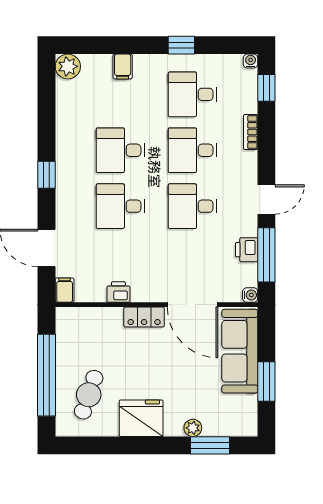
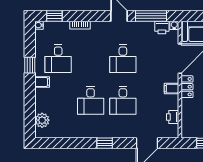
plant: (68, 66) -> (42, 120), moved
filing cabinet: (123, 67) -> (42, 82), moved
desk: (192, 150) -> (91, 59), removed
printer: (247, 250) -> (162, 27), moved
filing cabinet: (65, 290) -> (171, 89), moved
printer: (118, 292) -> (173, 117), moved

